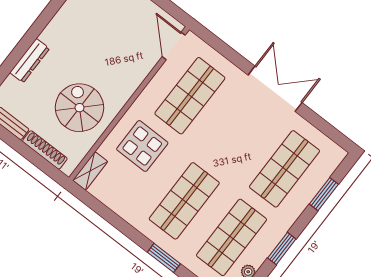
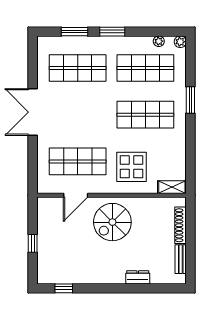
door: (174, 46) -> (76, 195), moved
dresser: (30, 61) -> (138, 277), width x0.70
spiral stairs: (79, 108) -> (112, 222), moved
window: (282, 248) -> (112, 32), moved

